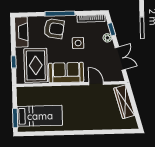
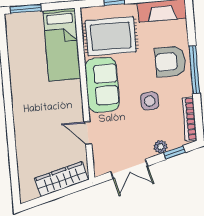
armchair: (54, 29) -> (170, 62), turned 80
door: (96, 83) -> (88, 133), swing flipped
bed: (40, 116) -> (62, 45), moved

